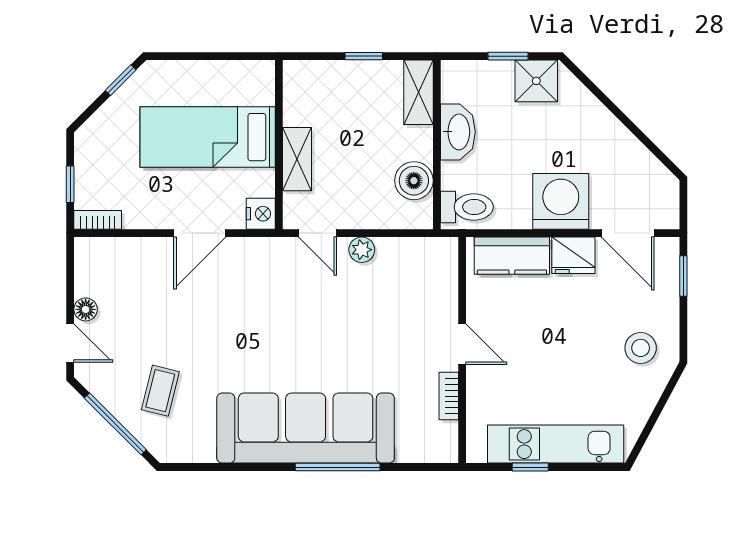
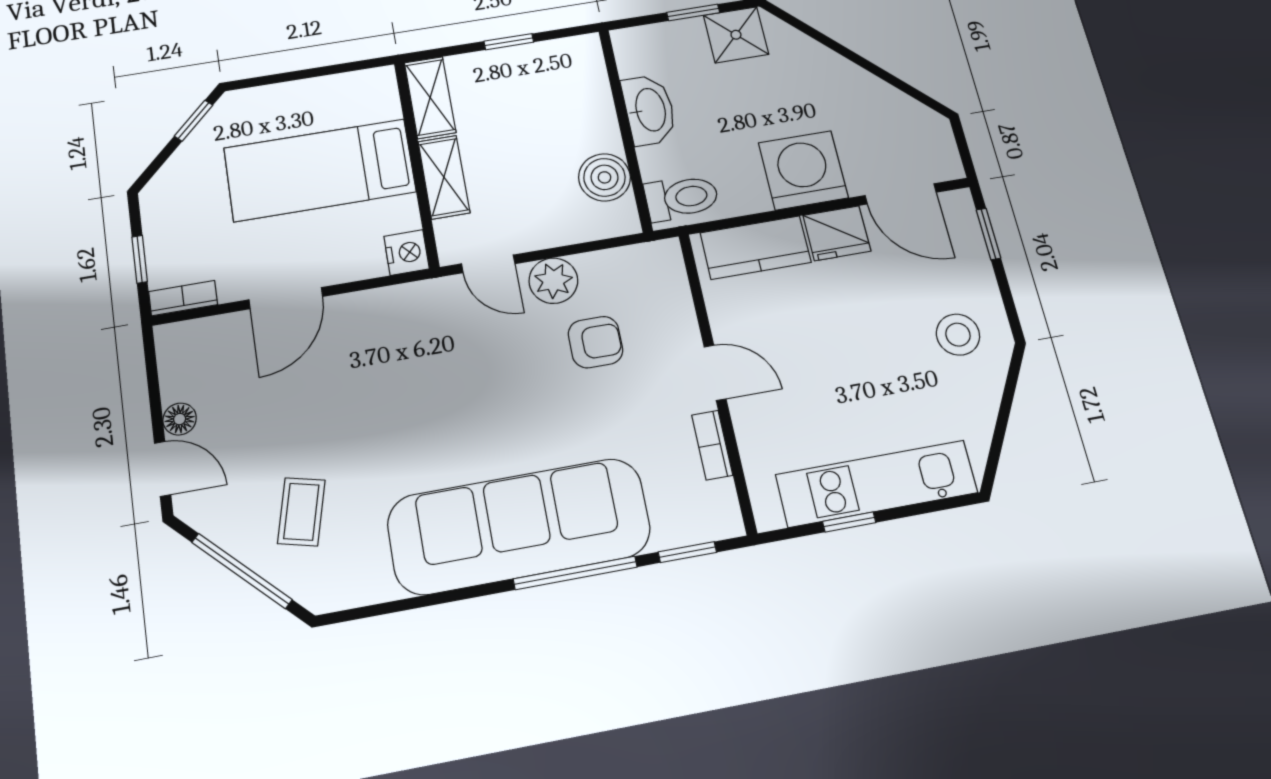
shelving: (418, 92) -> (430, 97), moved
door: (200, 233) -> (286, 298), moved
plant: (362, 250) -> (553, 281), width x1.38, depth x1.38
armchair: (383, 306) -> (595, 342), added
window: (416, 467) -> (687, 552), added

